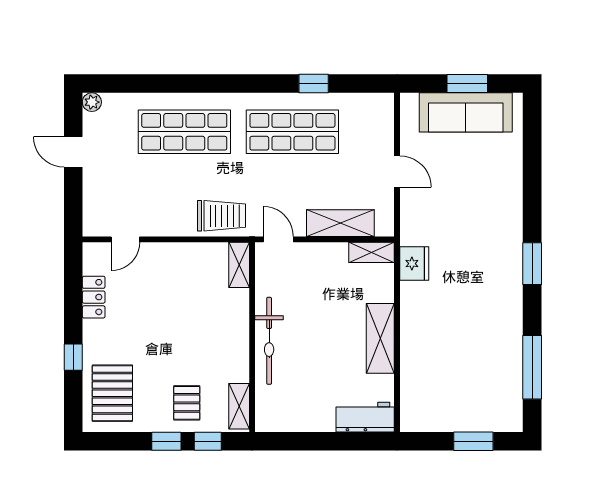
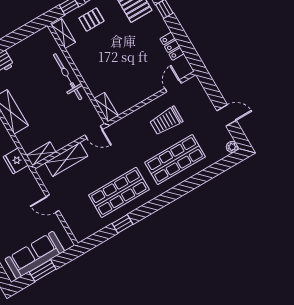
trolley: (221, 216) -> (166, 121), moved
pallet: (187, 403) -> (91, 20), turned 90

